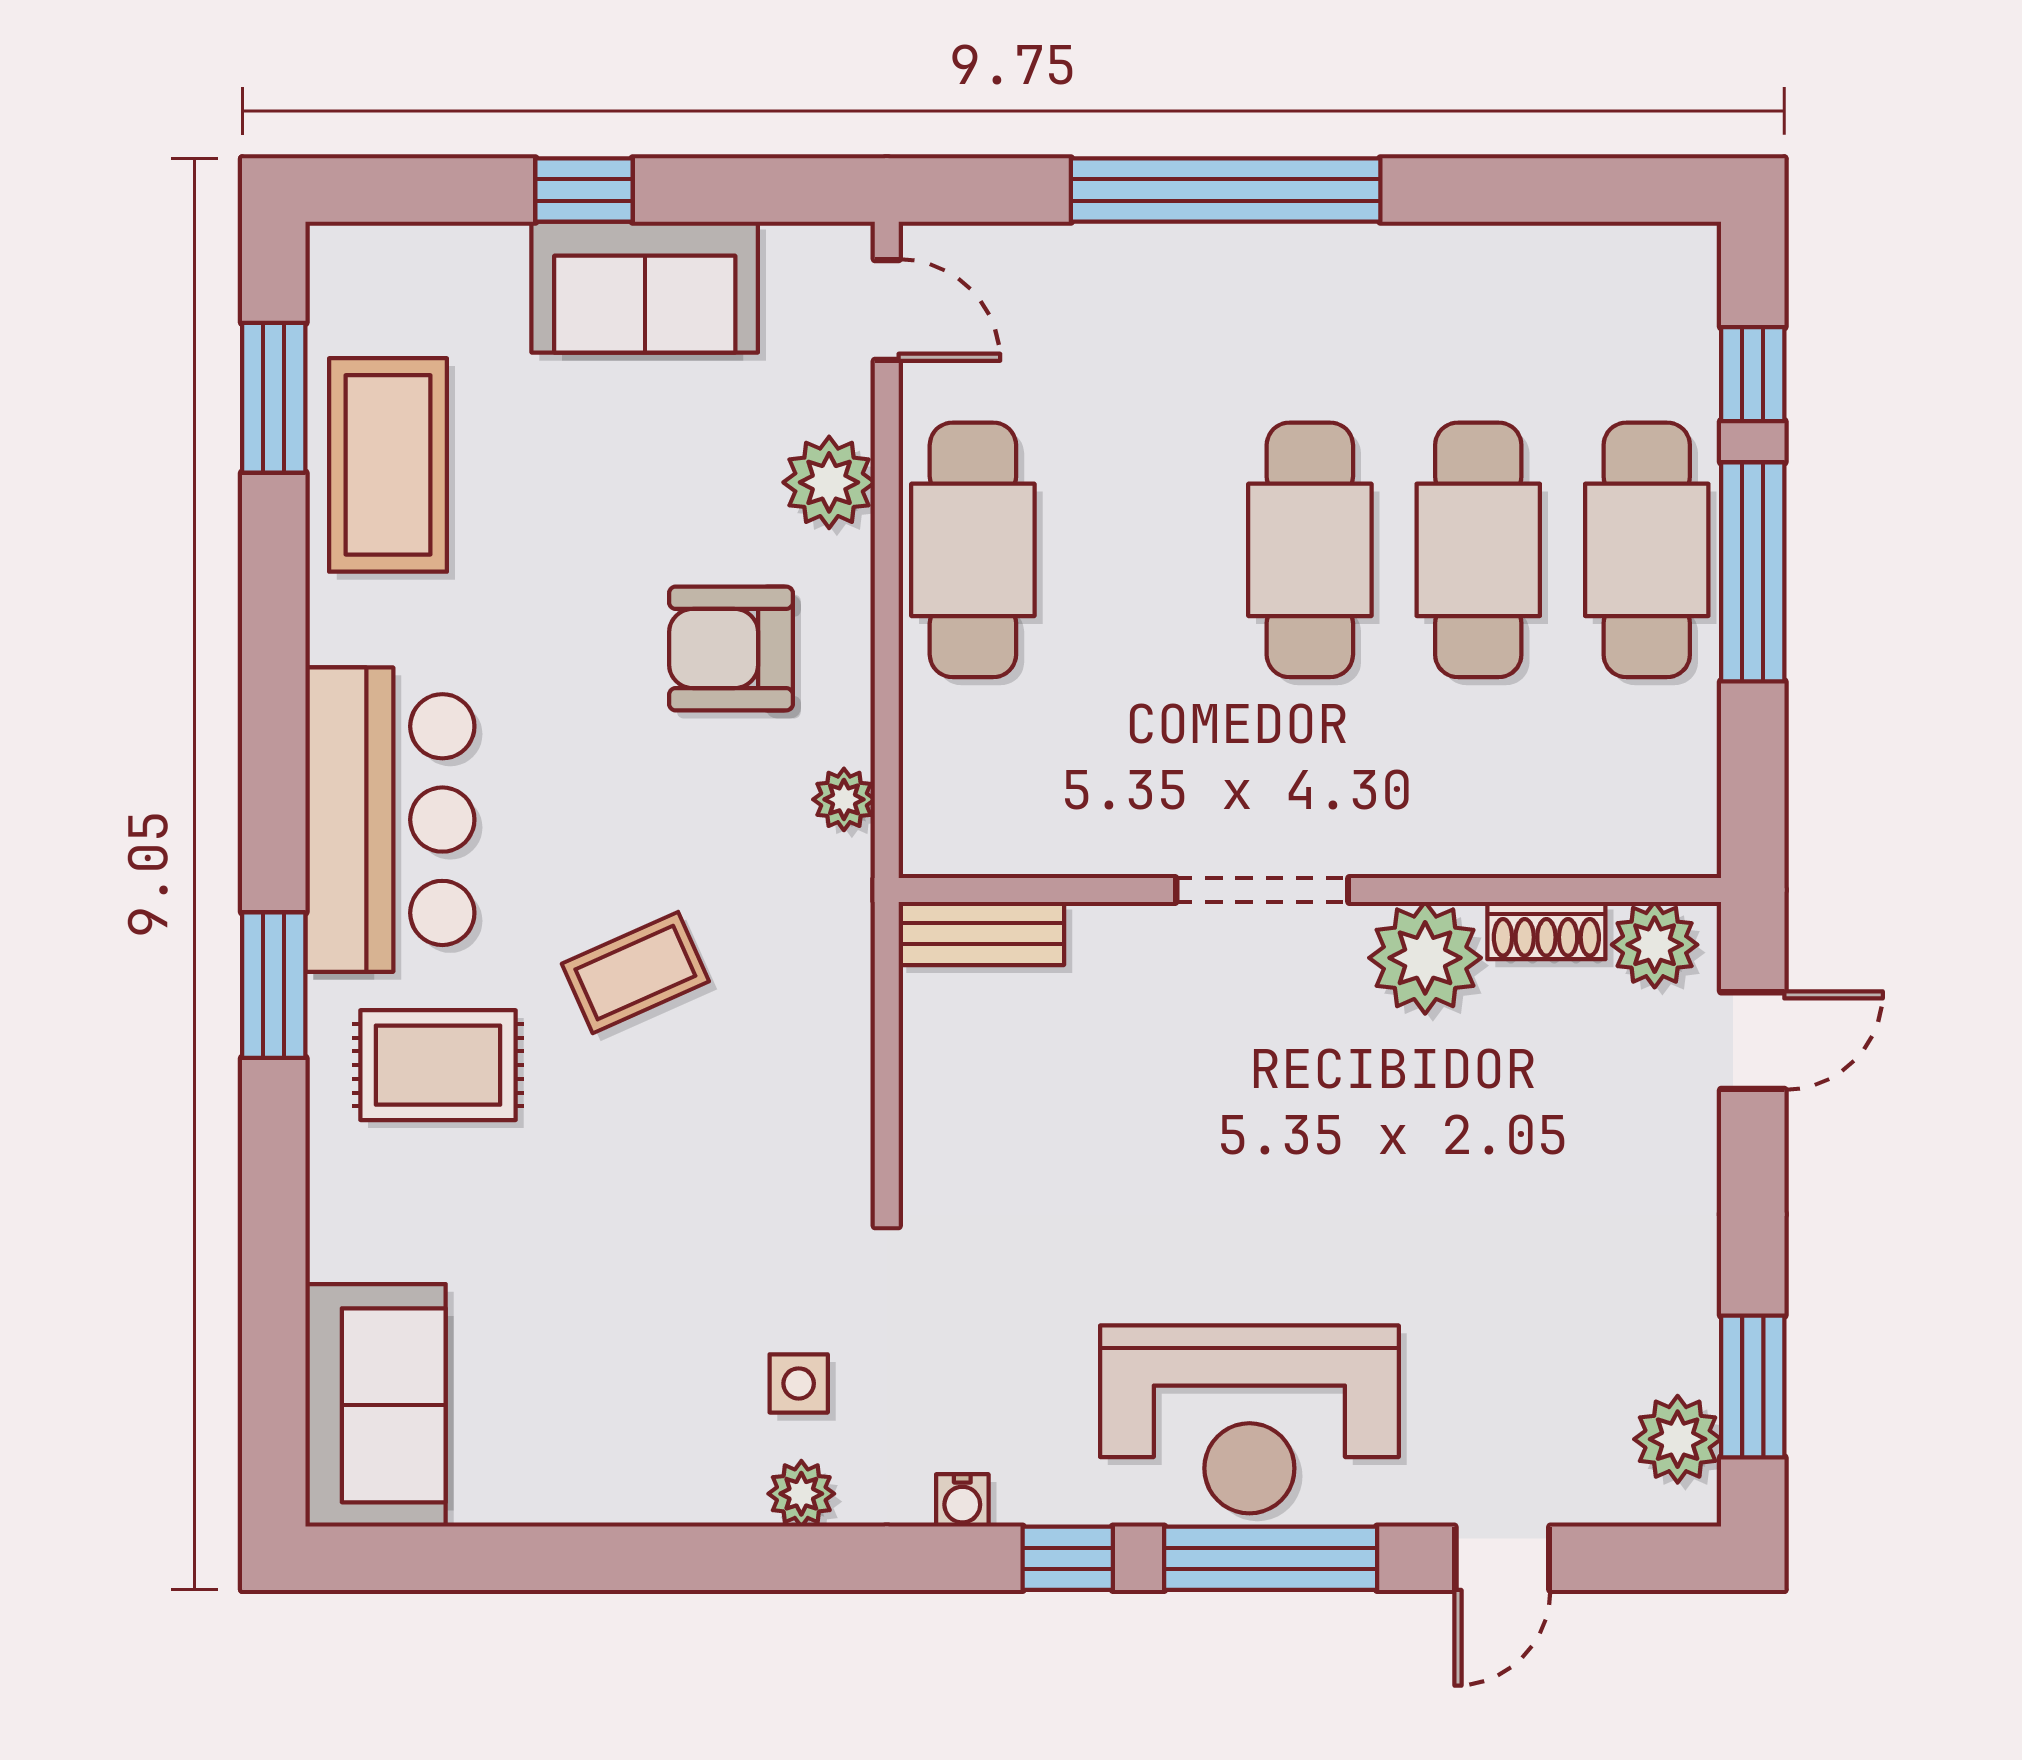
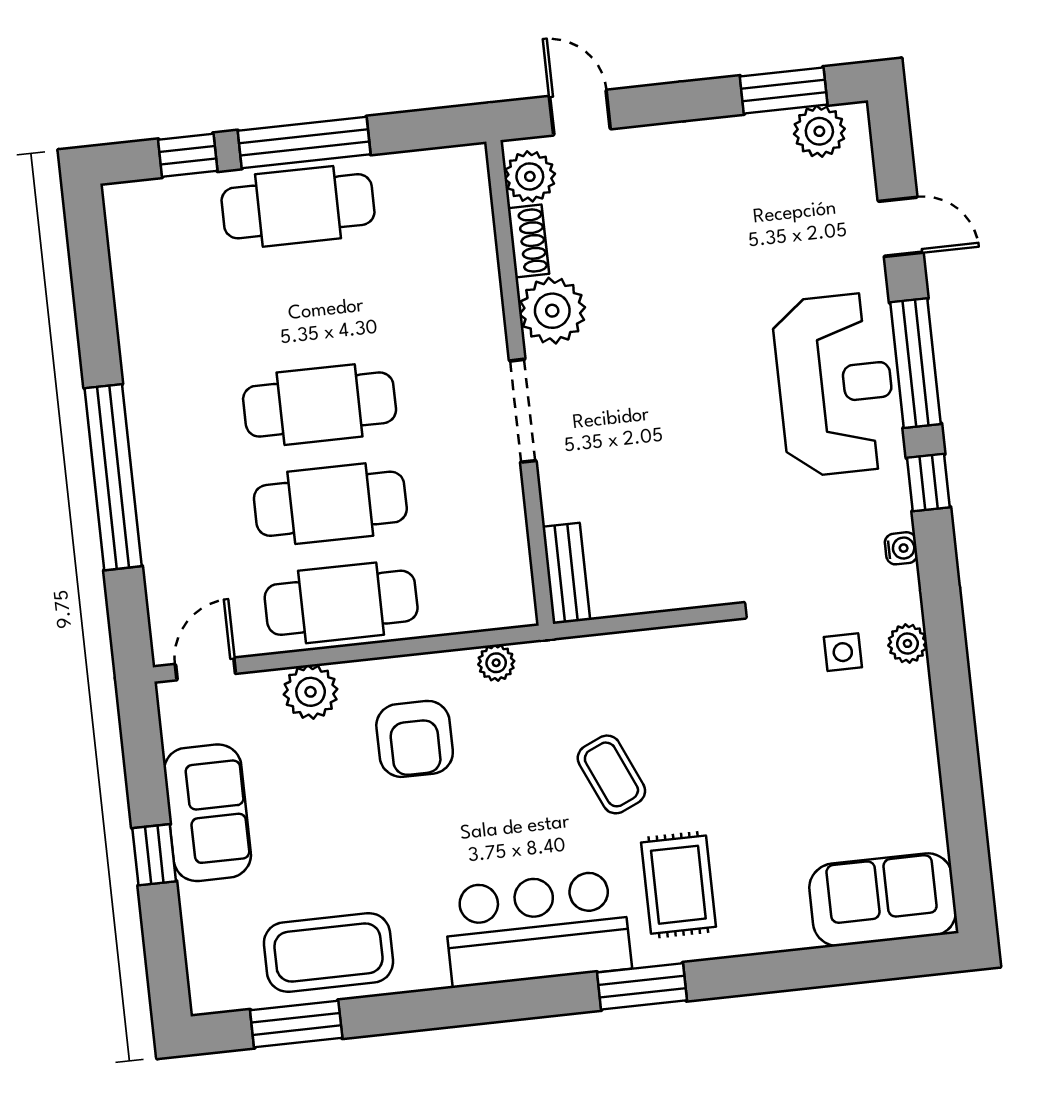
cafe table: (1478, 550) -> (330, 504), moved

